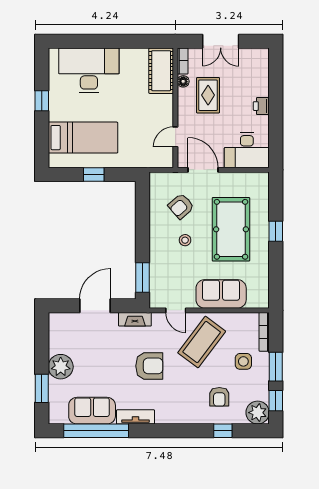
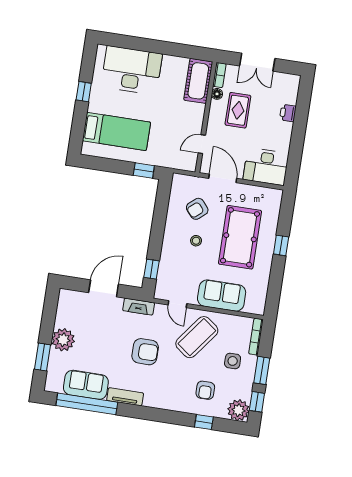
printer: (261, 106) -> (288, 113), moved
window: (94, 174) -> (144, 171), moved
window: (143, 278) -> (152, 269), width x0.67

